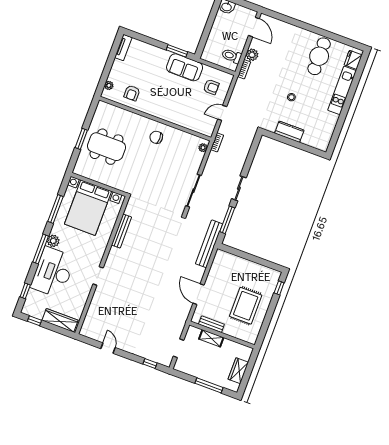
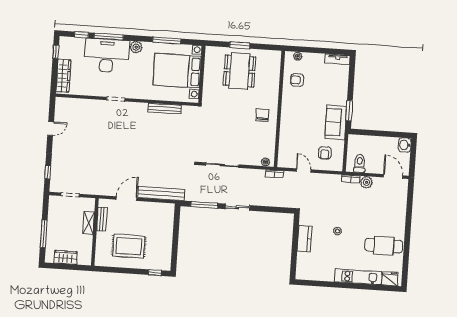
door: (254, 27) -> (393, 176), swing flipped
bench: (209, 244) -> (161, 194), moved
window: (41, 249) -> (109, 37), moved

